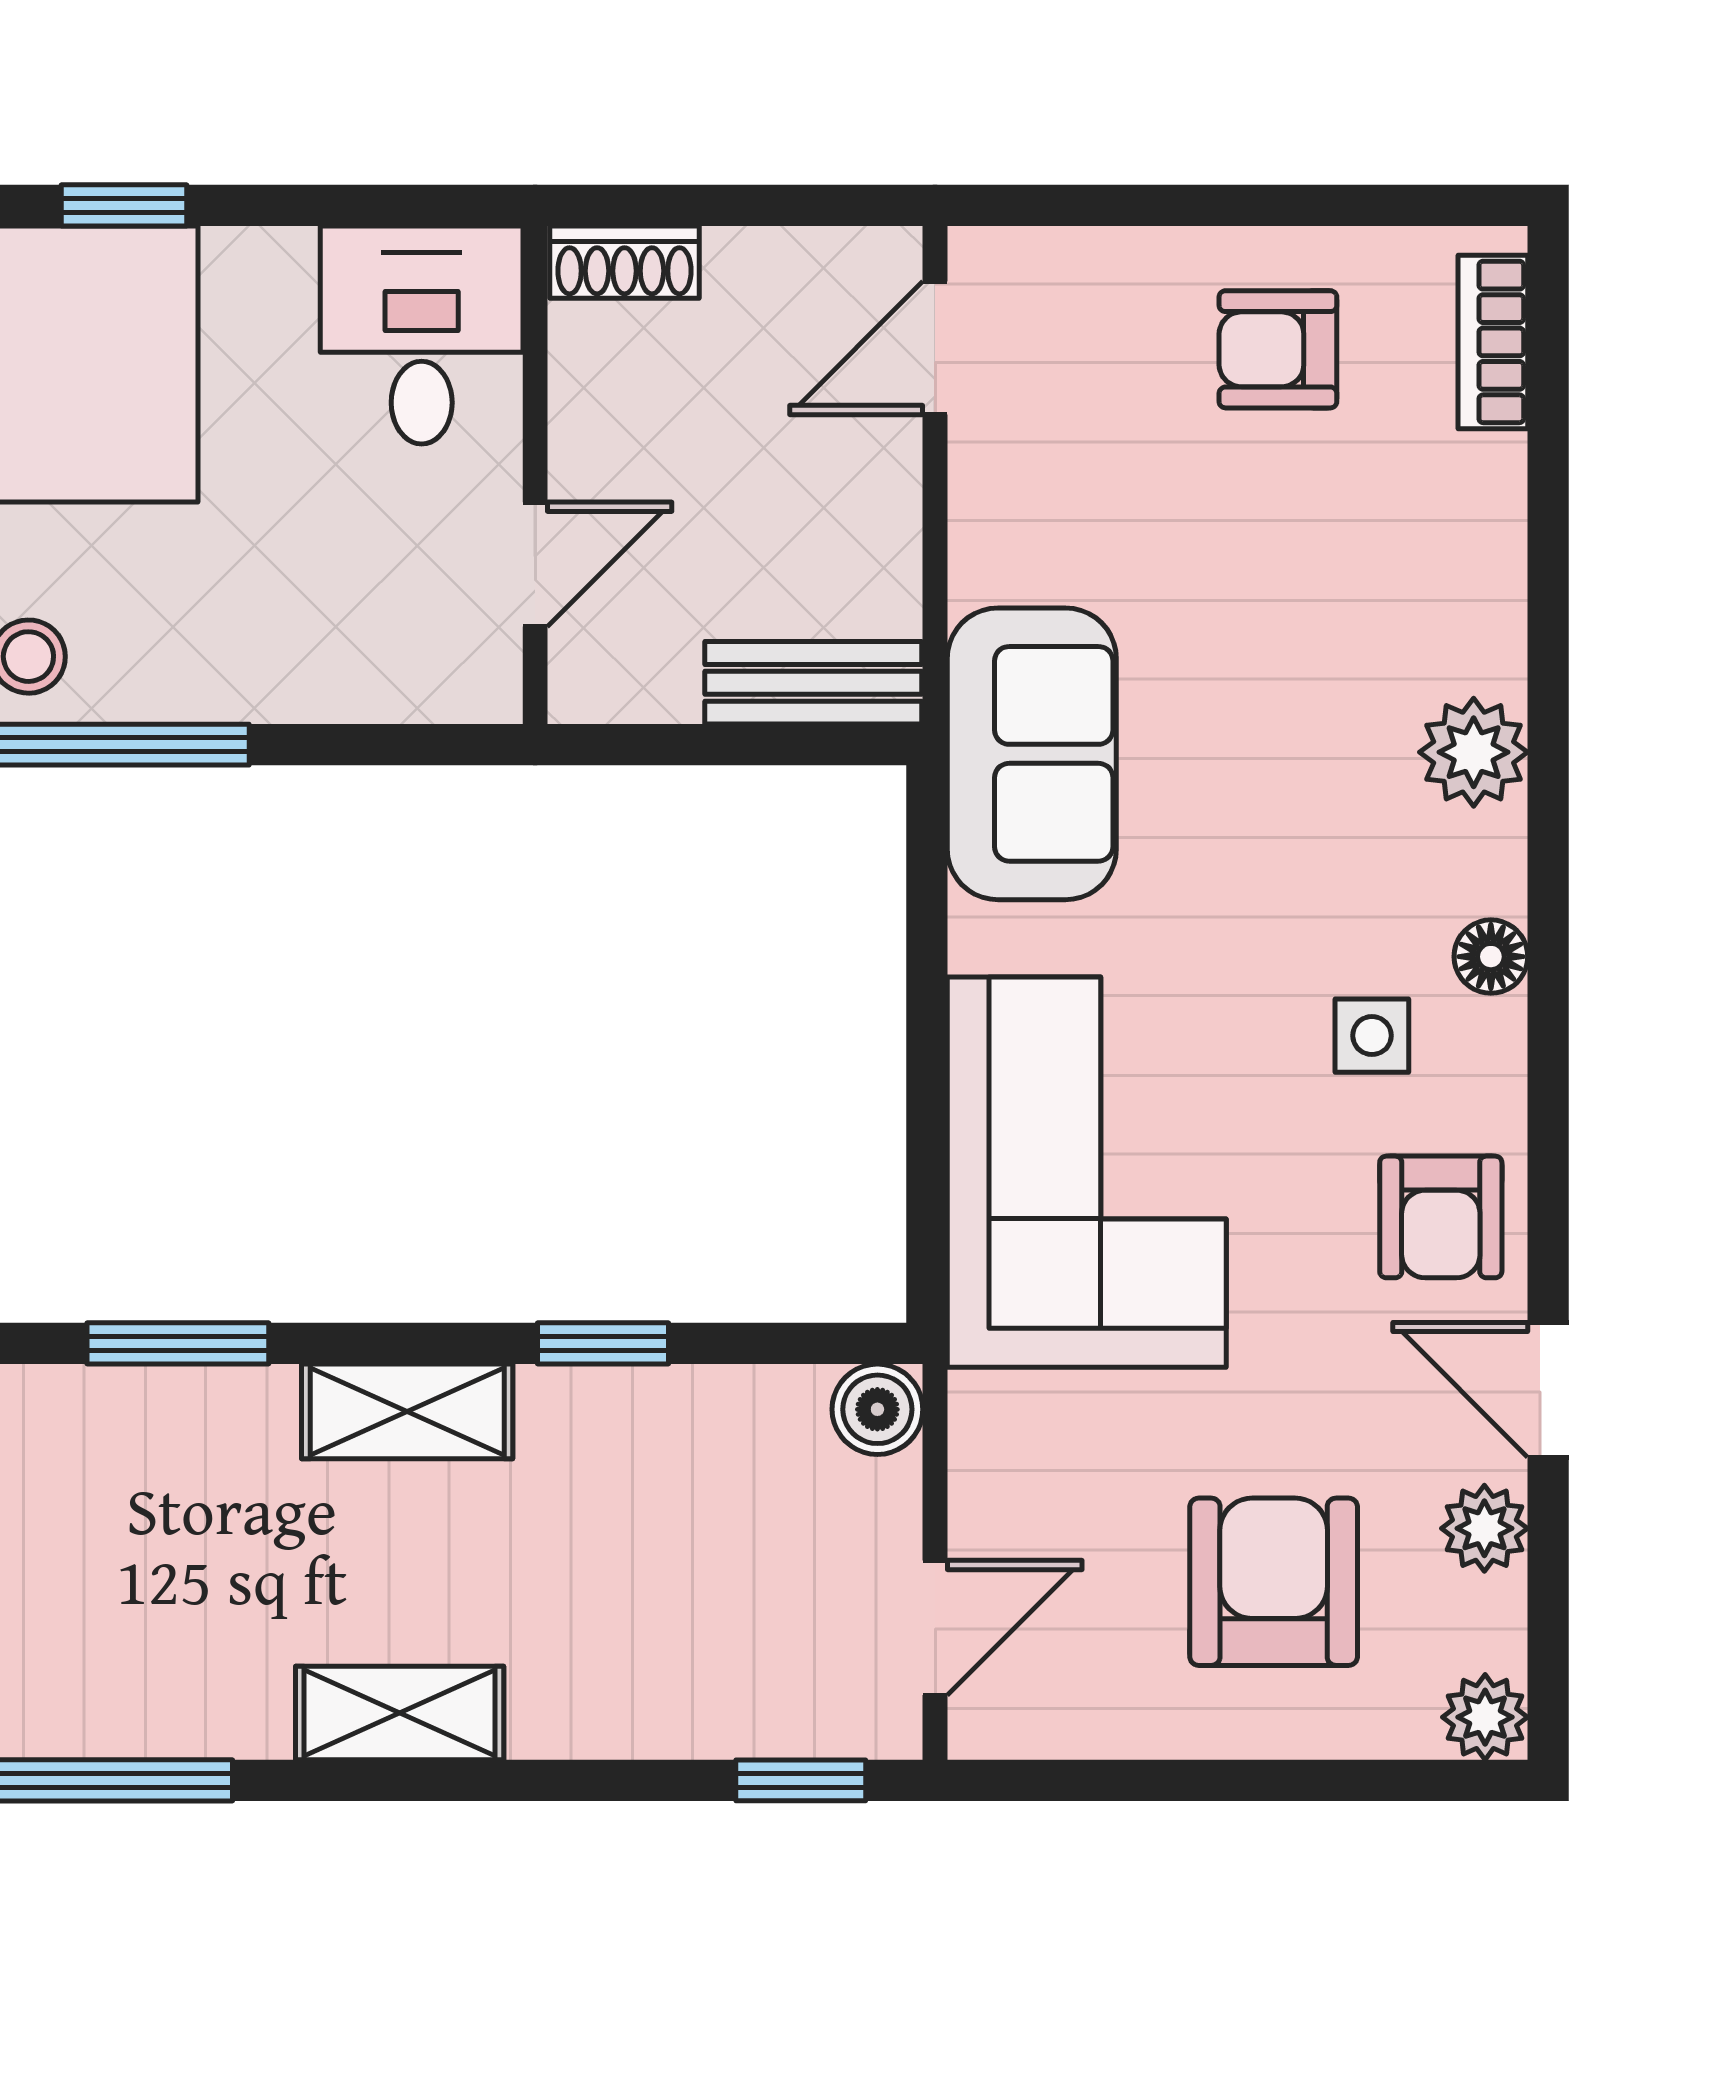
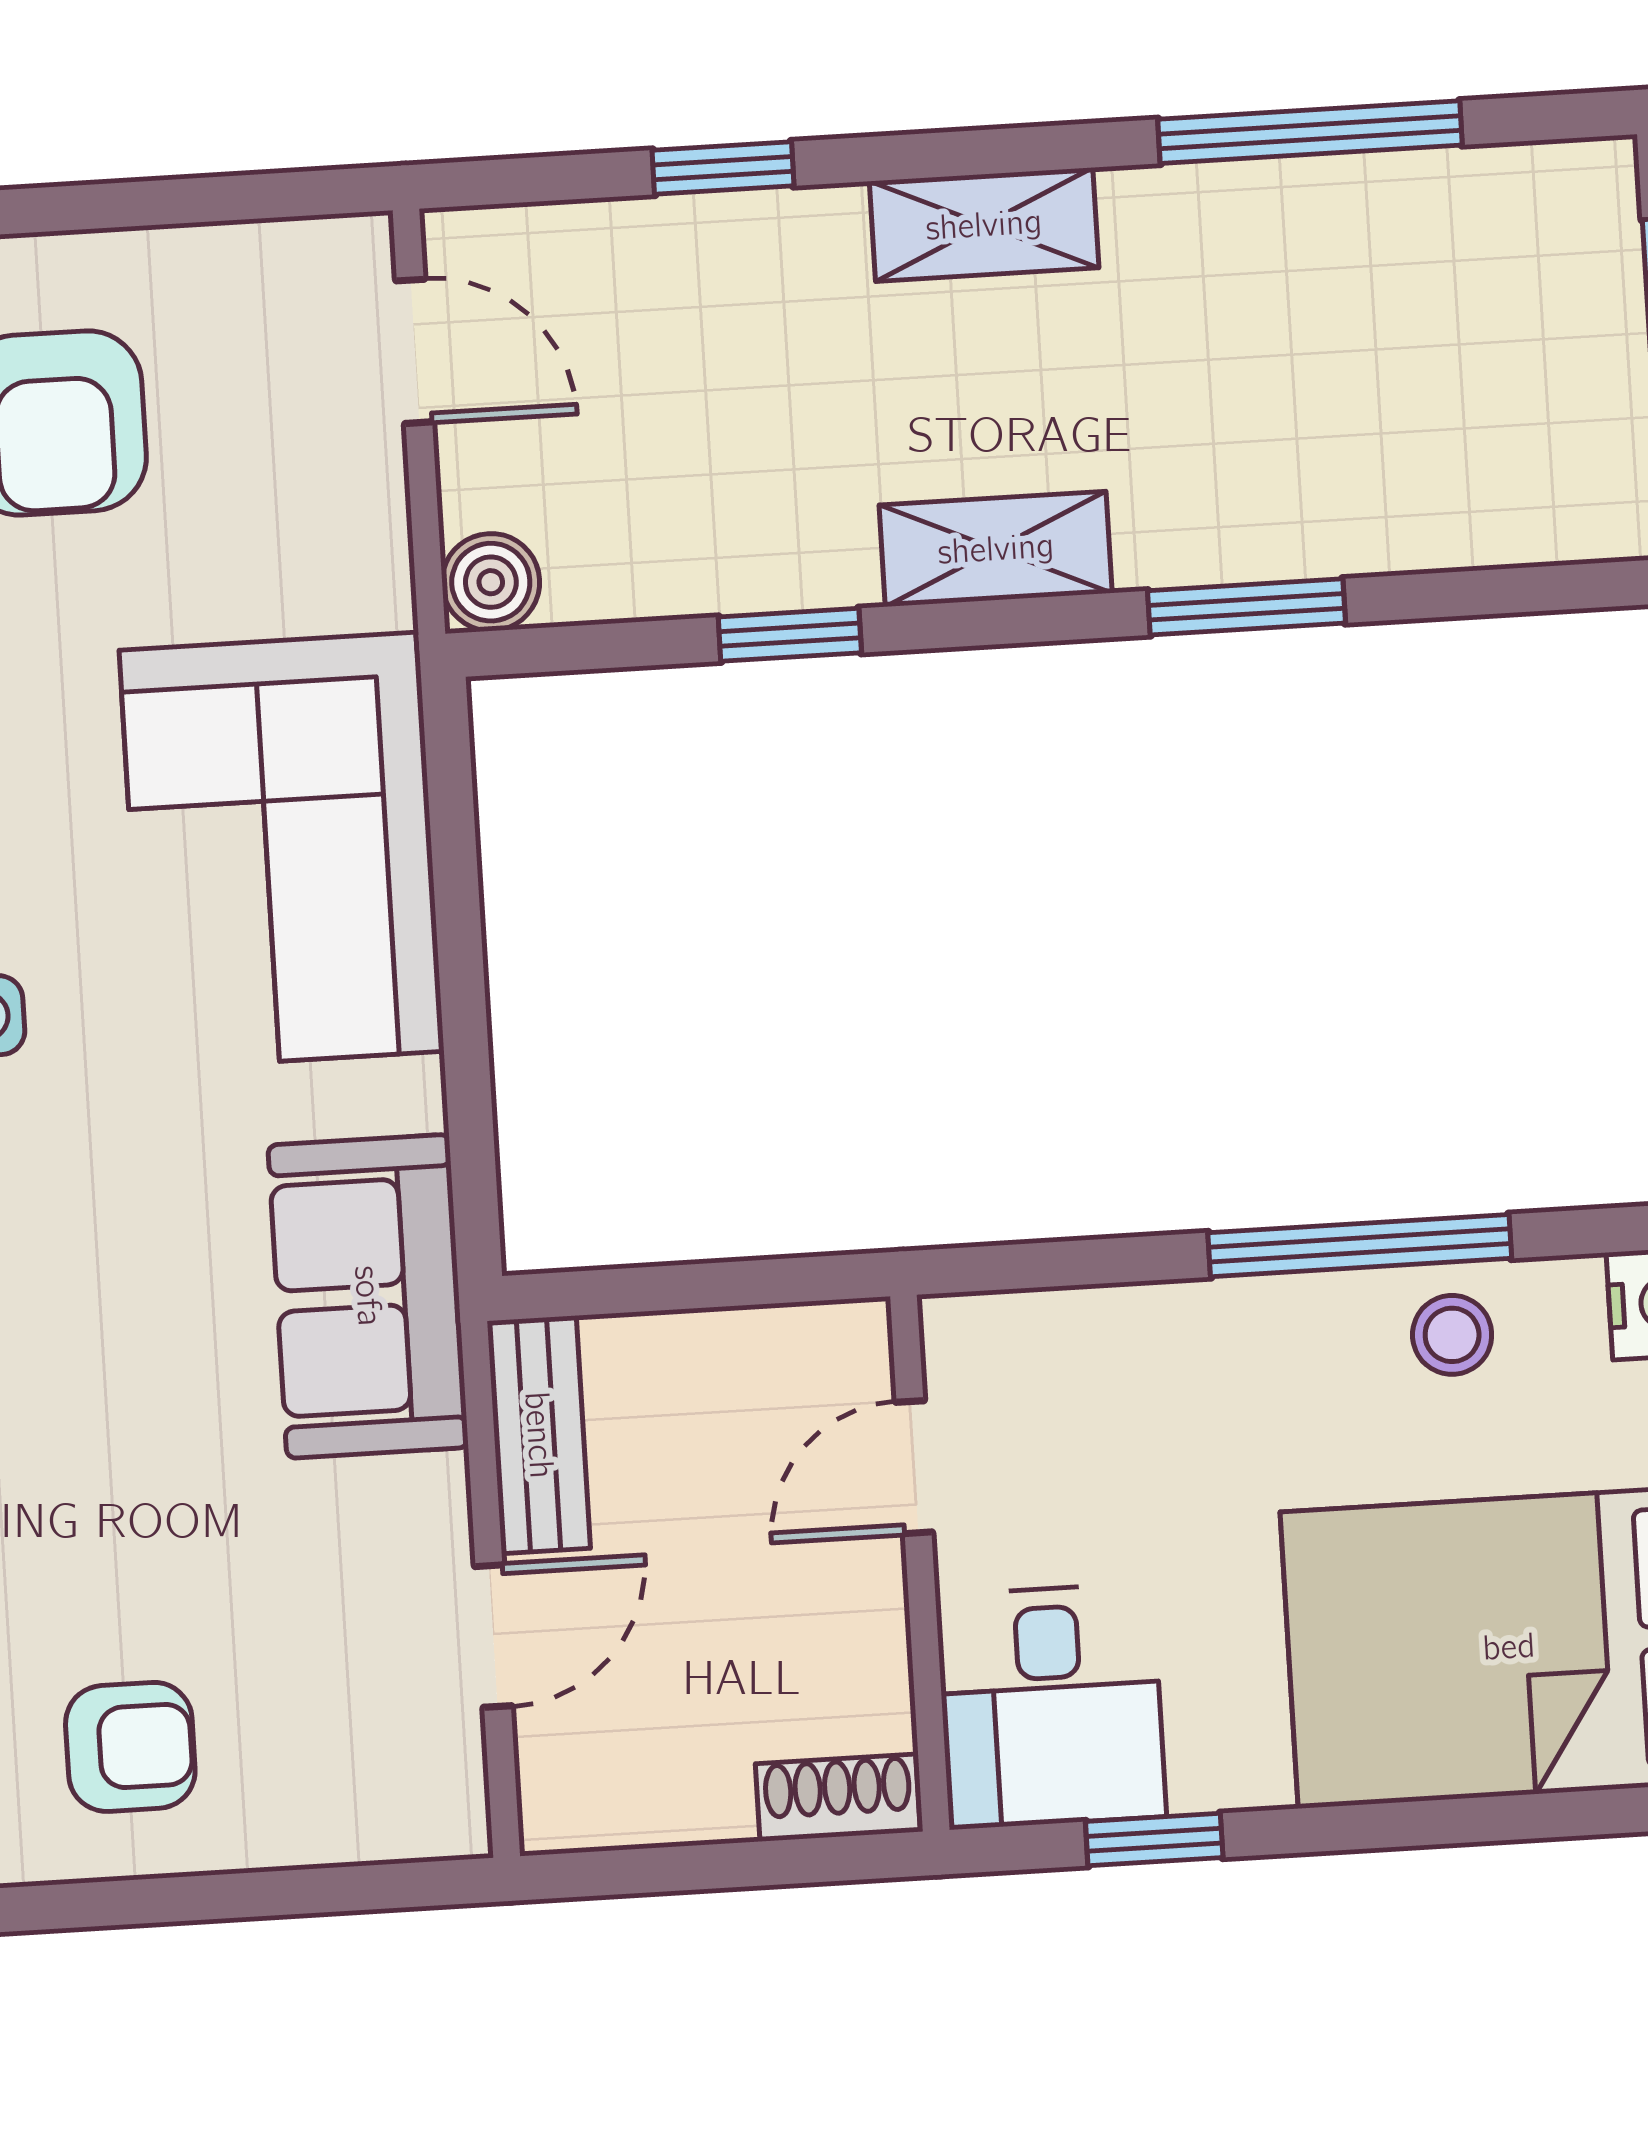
window: (124, 205) -> (1154, 1840), moved
door: (935, 348) -> (493, 1636), moved
bench: (813, 683) -> (539, 1435), moved, turned 90
door: (935, 1628) -> (415, 351), swing flipped
window: (801, 1780) -> (723, 168), moved

